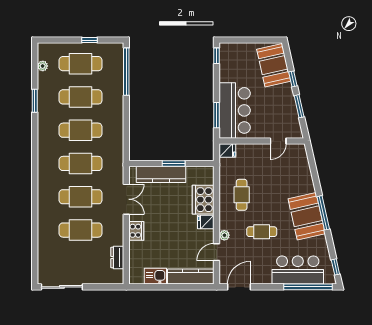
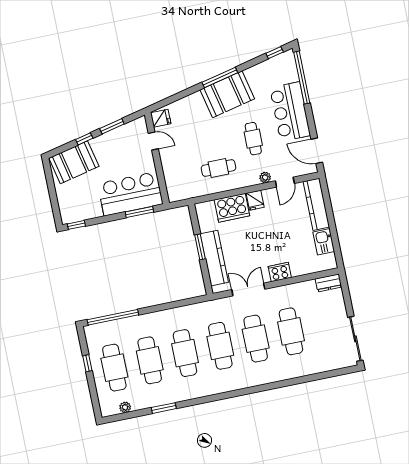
fridge: (227, 151) -> (161, 118), moved, turned 90
door: (217, 252) -> (285, 182), hinge flipped
dresser: (117, 258) -> (328, 283), moved
bar counter: (298, 270) -> (290, 112), moved

